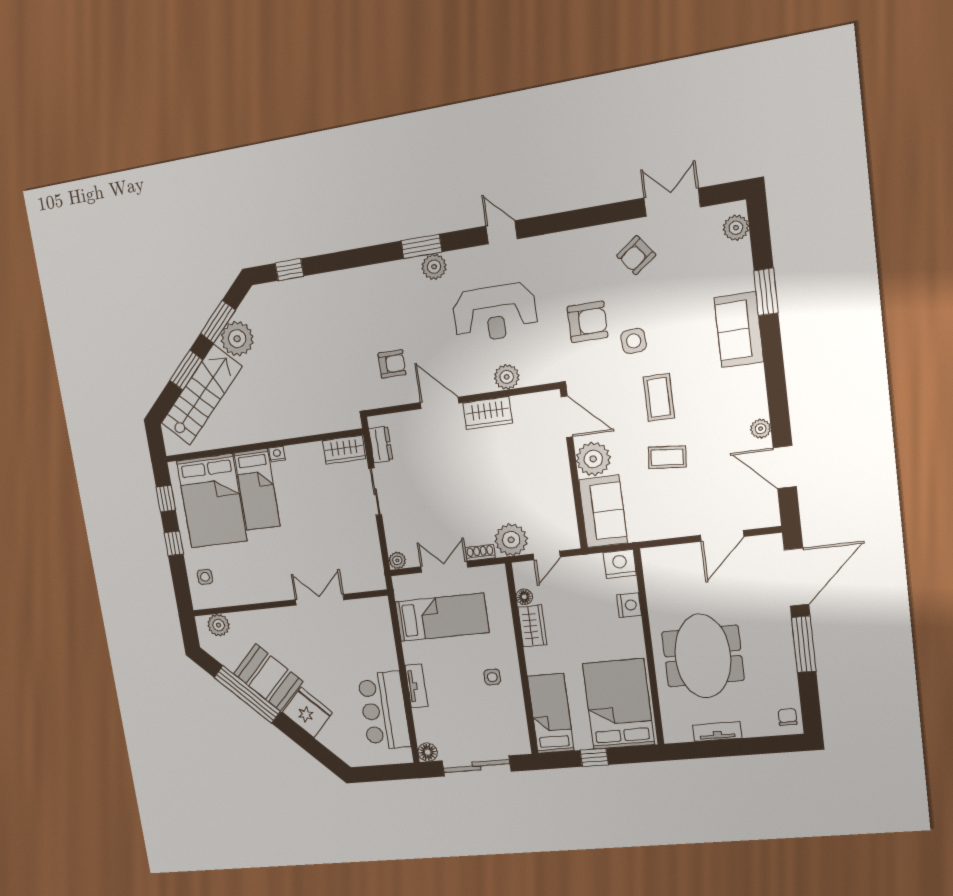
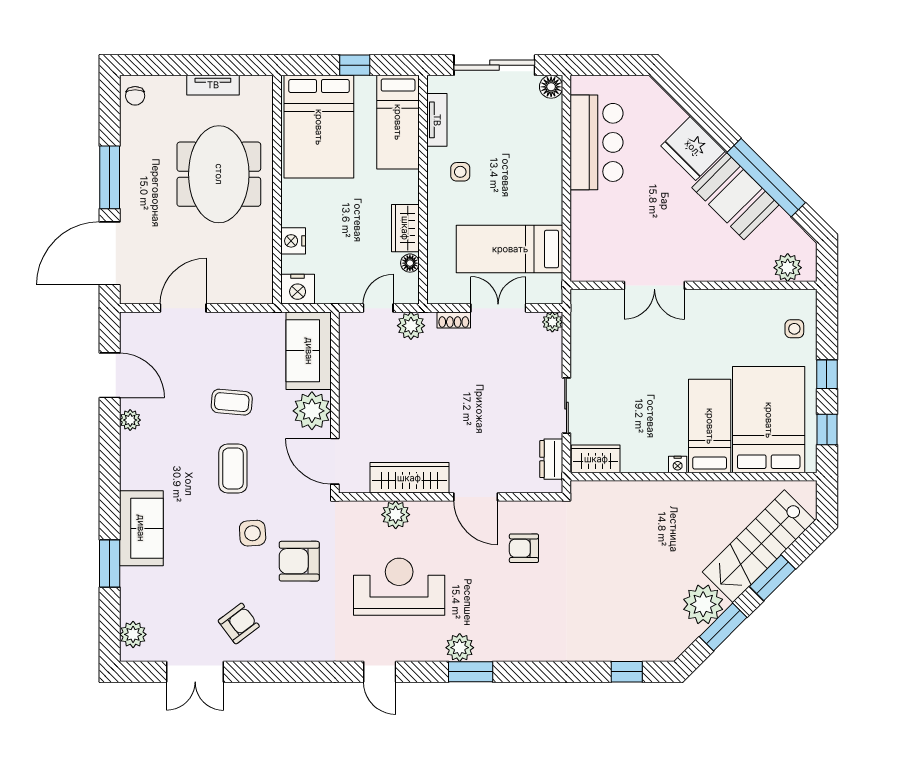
wardrobe: (488, 413) -> (409, 478), width x1.50
plant: (511, 540) -> (411, 326), width x0.73, depth x0.73
double door: (444, 567) -> (498, 308), swing flipped
tv unit: (416, 686) -> (437, 120), moved, turned 180

